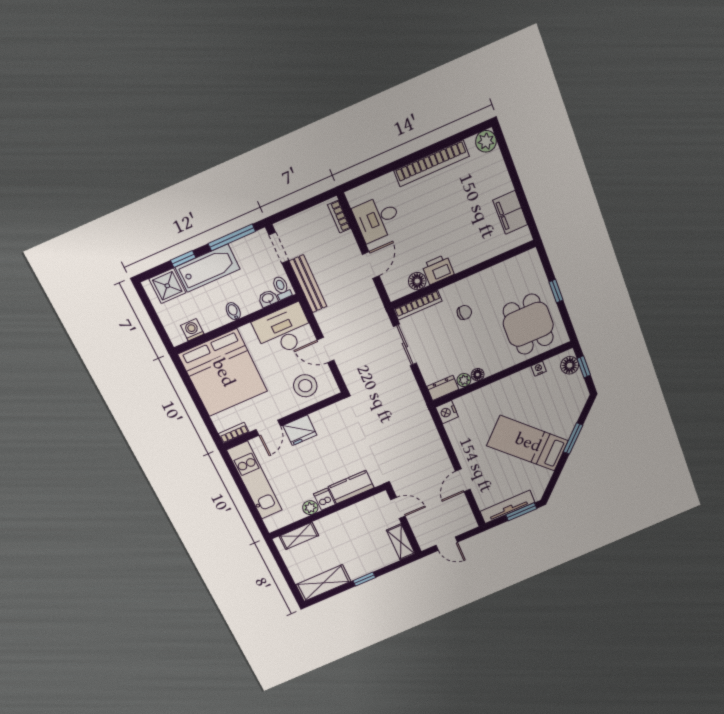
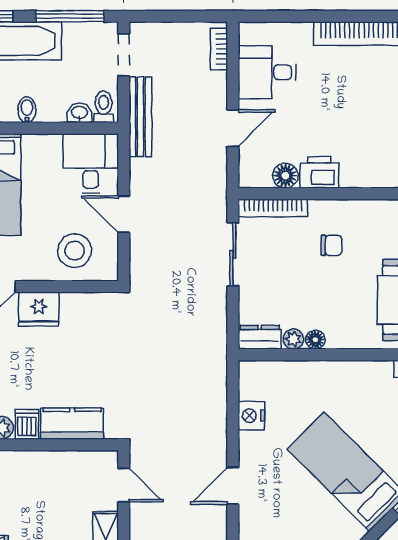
desk: (284, 330) -> (91, 163), width x0.73
nightstand: (447, 412) -> (251, 416), moved

